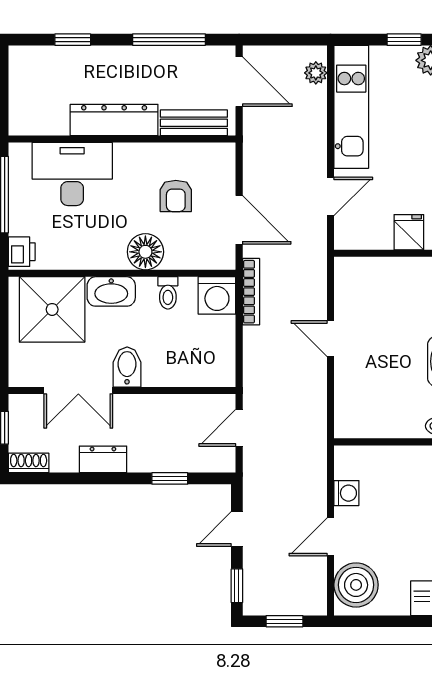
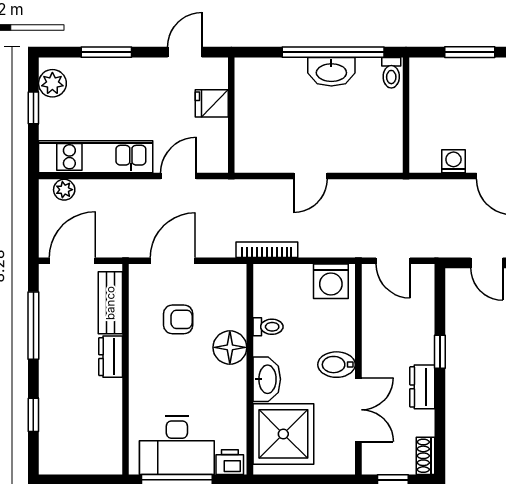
dresser: (114, 120) -> (111, 357), width x0.51, depth x0.80
desk: (72, 174) -> (177, 445), moved, turned -90
door: (331, 196) -> (179, 176), hinge flipped
door: (239, 220) -> (173, 261), moved
washing machine: (217, 295) -> (331, 281), moved, turned 90
window: (170, 478) -> (440, 352), moved

